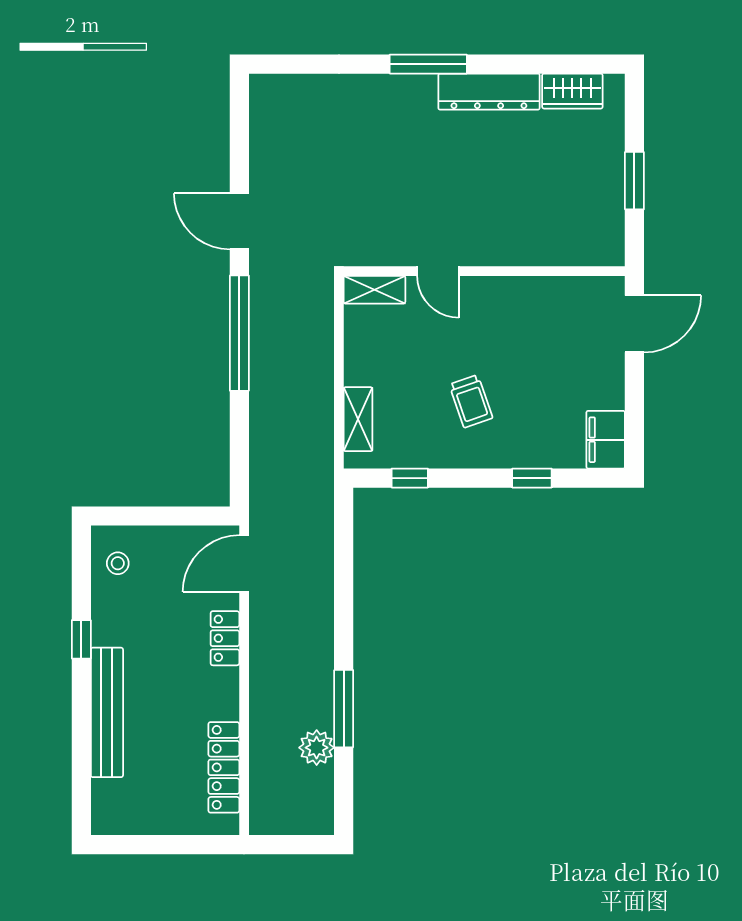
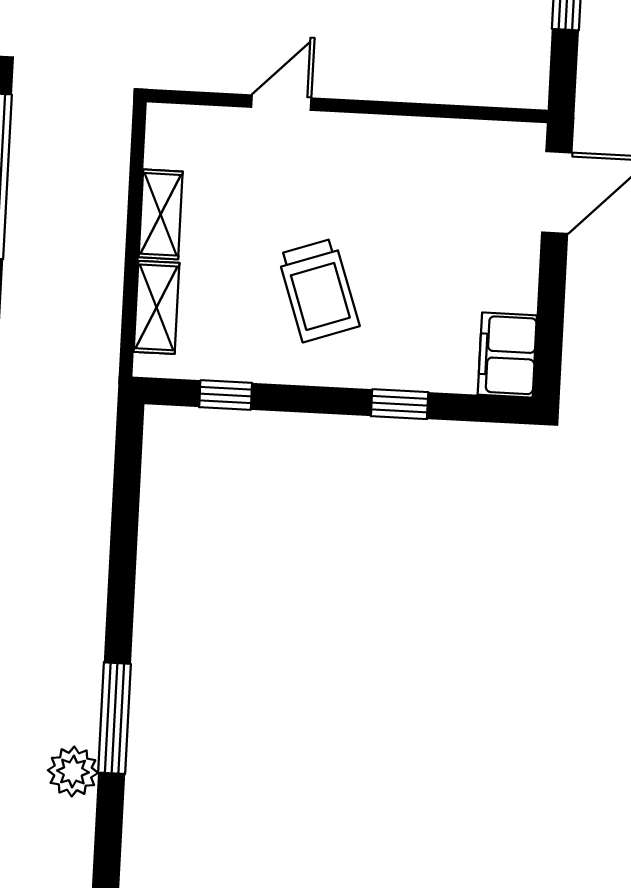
door: (438, 271) -> (281, 103), swing flipped
shelving: (374, 290) -> (161, 214), moved, turned 90
trolley: (471, 401) -> (319, 290), width x1.36, depth x1.39

